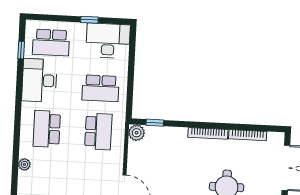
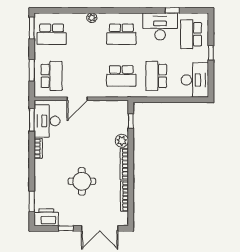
window: (89, 20) -> (211, 53), moved
window: (21, 50) -> (172, 10), moved
school desk: (47, 129) -> (121, 34), turned 180
plant: (137, 133) -> (122, 141), moved

